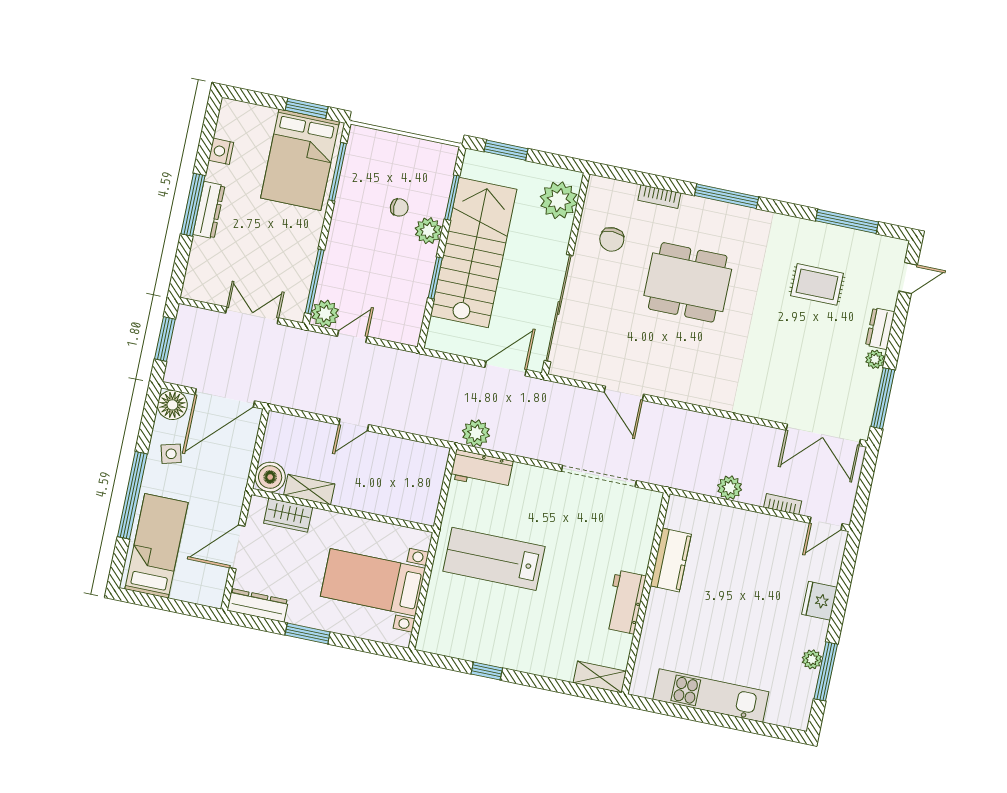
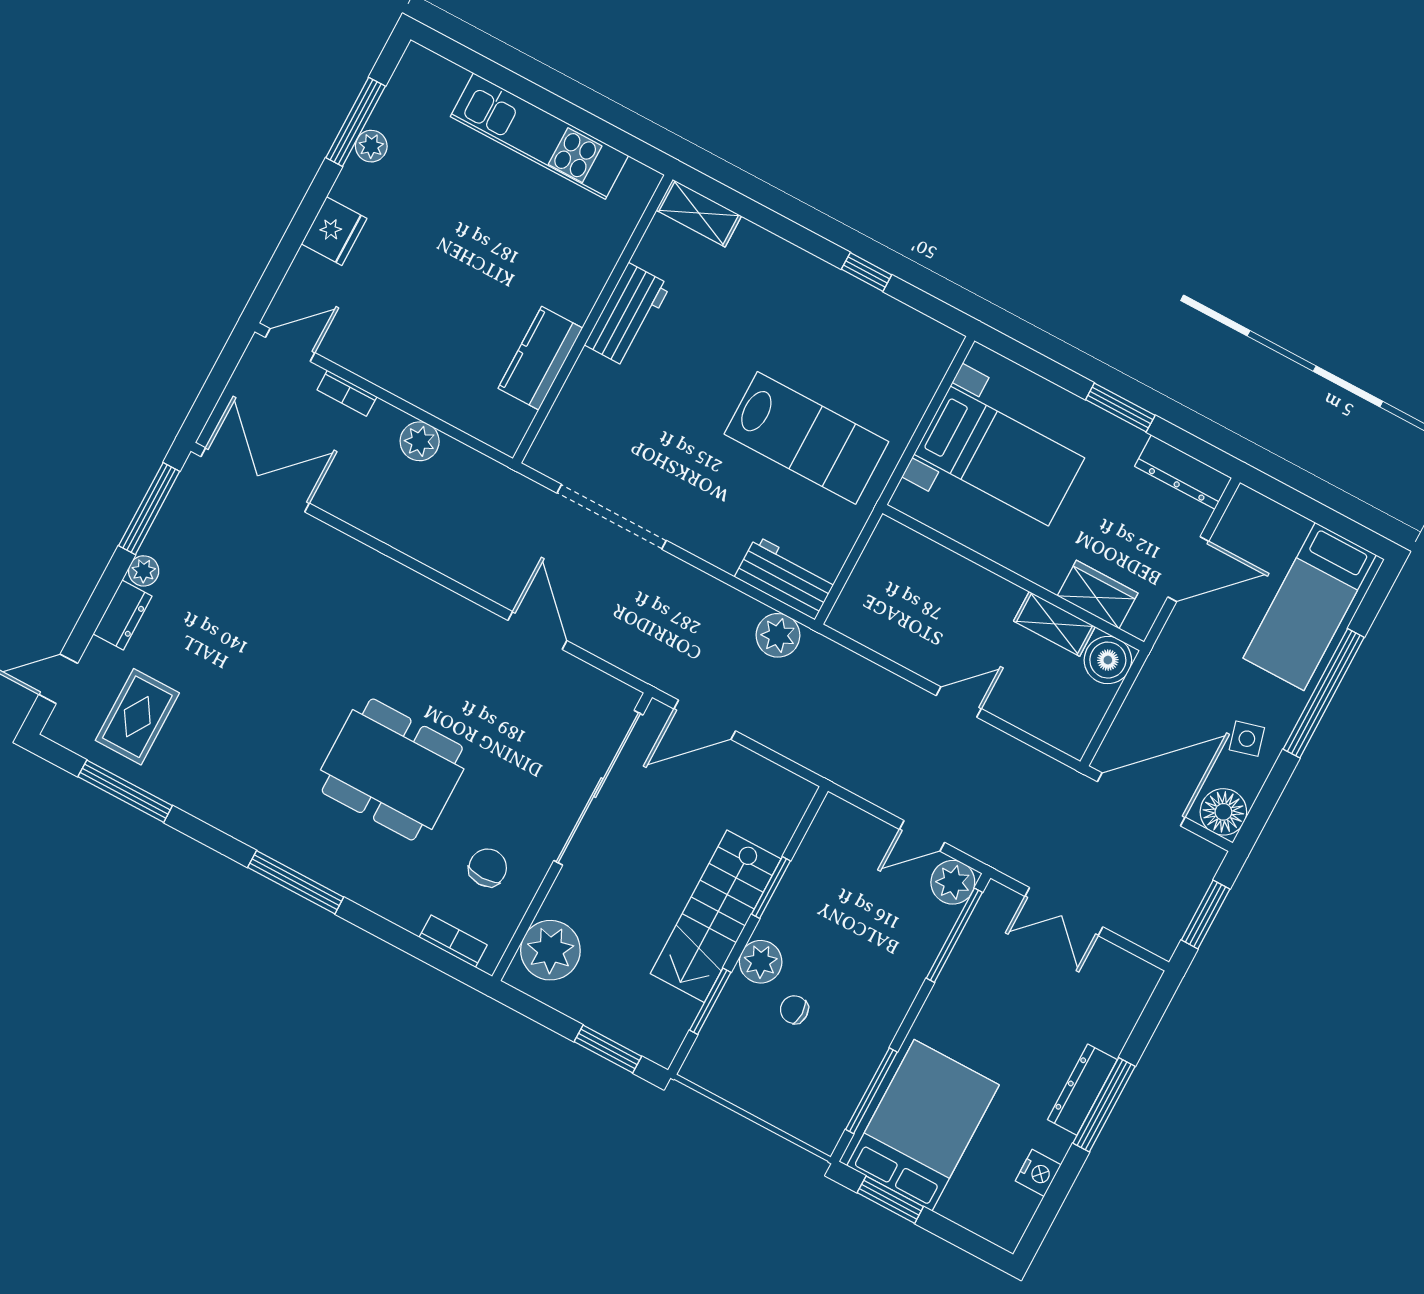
bookcase: (659, 197) -> (453, 941), moved
stairs: (474, 252) -> (716, 916), width x0.73, depth x0.66
rug: (817, 284) -> (137, 717), moved, turned 90

